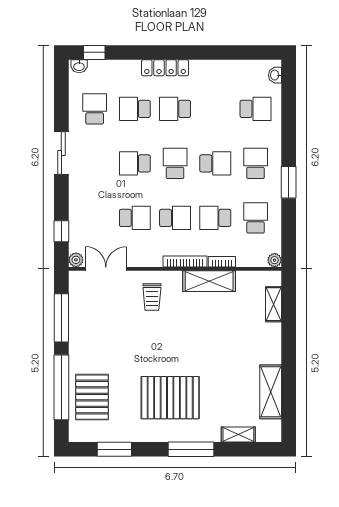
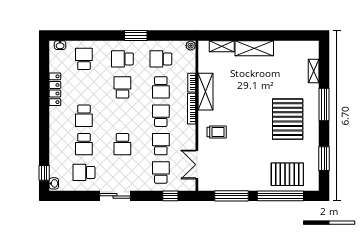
locker: (165, 68) -> (55, 89), moved
school desk: (175, 163) -> (161, 172), moved, turned 90
plant: (76, 260) -> (190, 186), removed
shelving: (271, 392) -> (254, 48), moved

